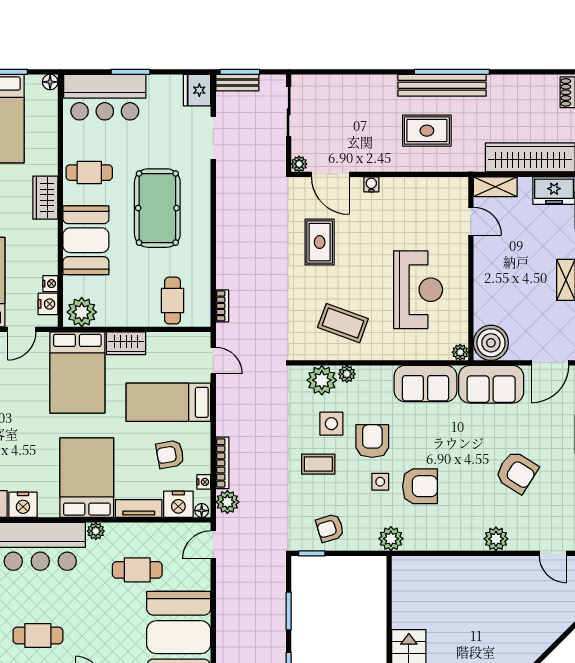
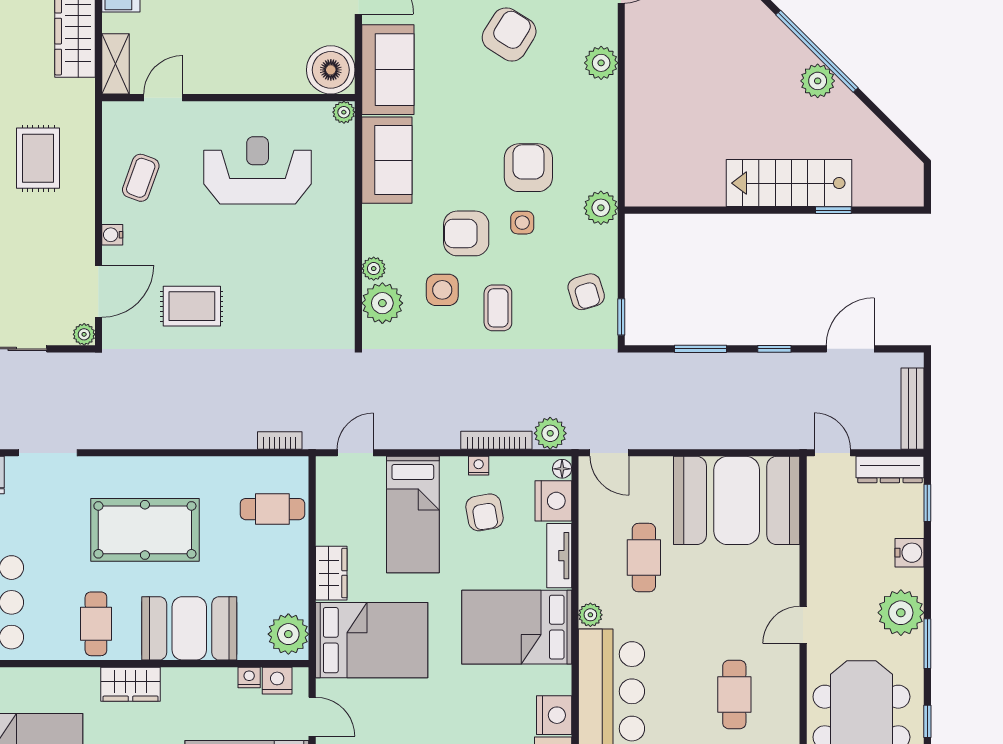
coffee table: (343, 323) -> (141, 178), moved, width x0.73, depth x0.77
nightstand: (204, 482) -> (479, 466), moved

